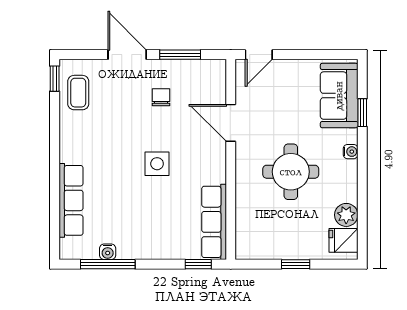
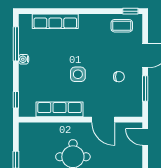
door: (231, 123) -> (103, 120), swing flipped
row of seats: (214, 222) -> (60, 109), moved
water cooler: (108, 252) -> (24, 59), moved

